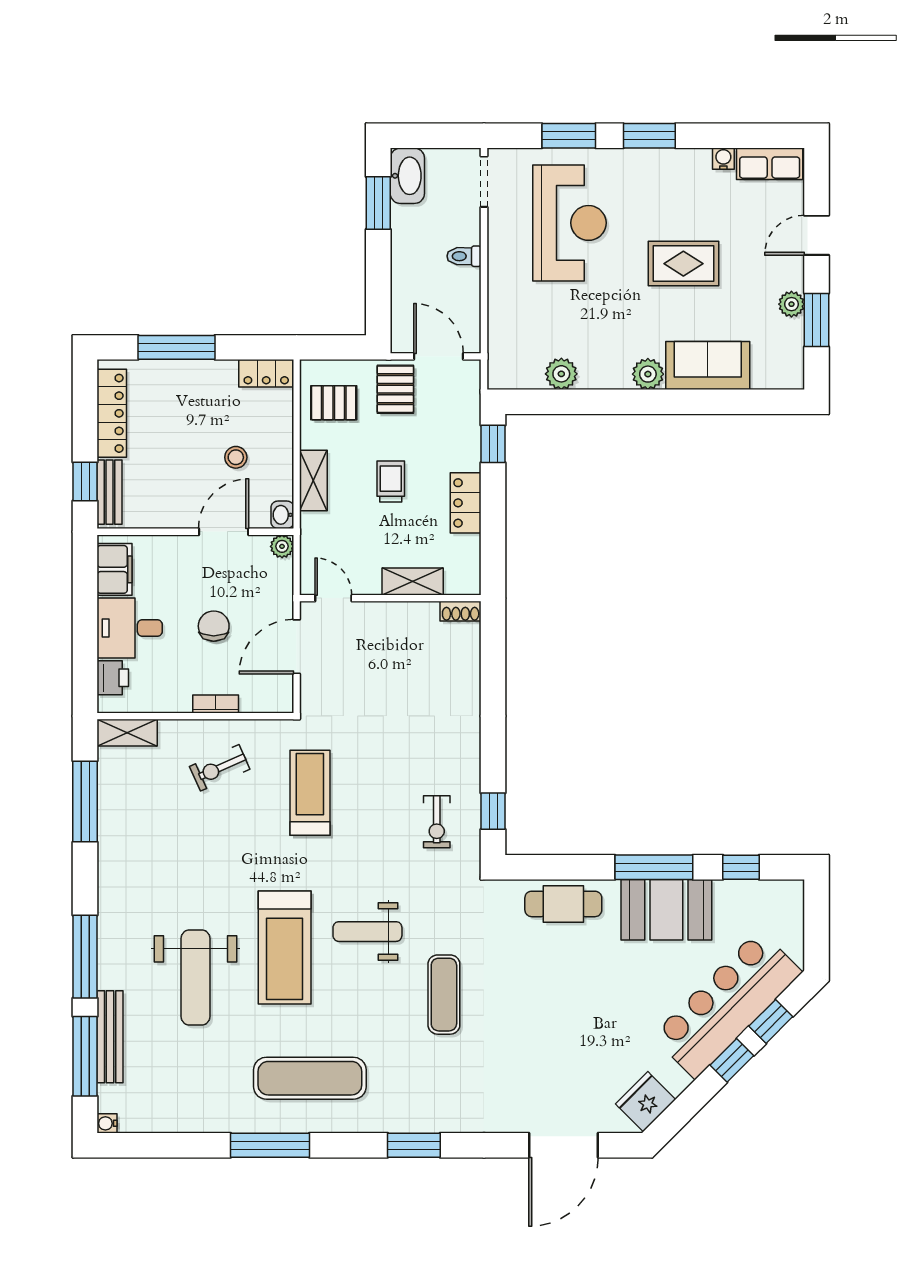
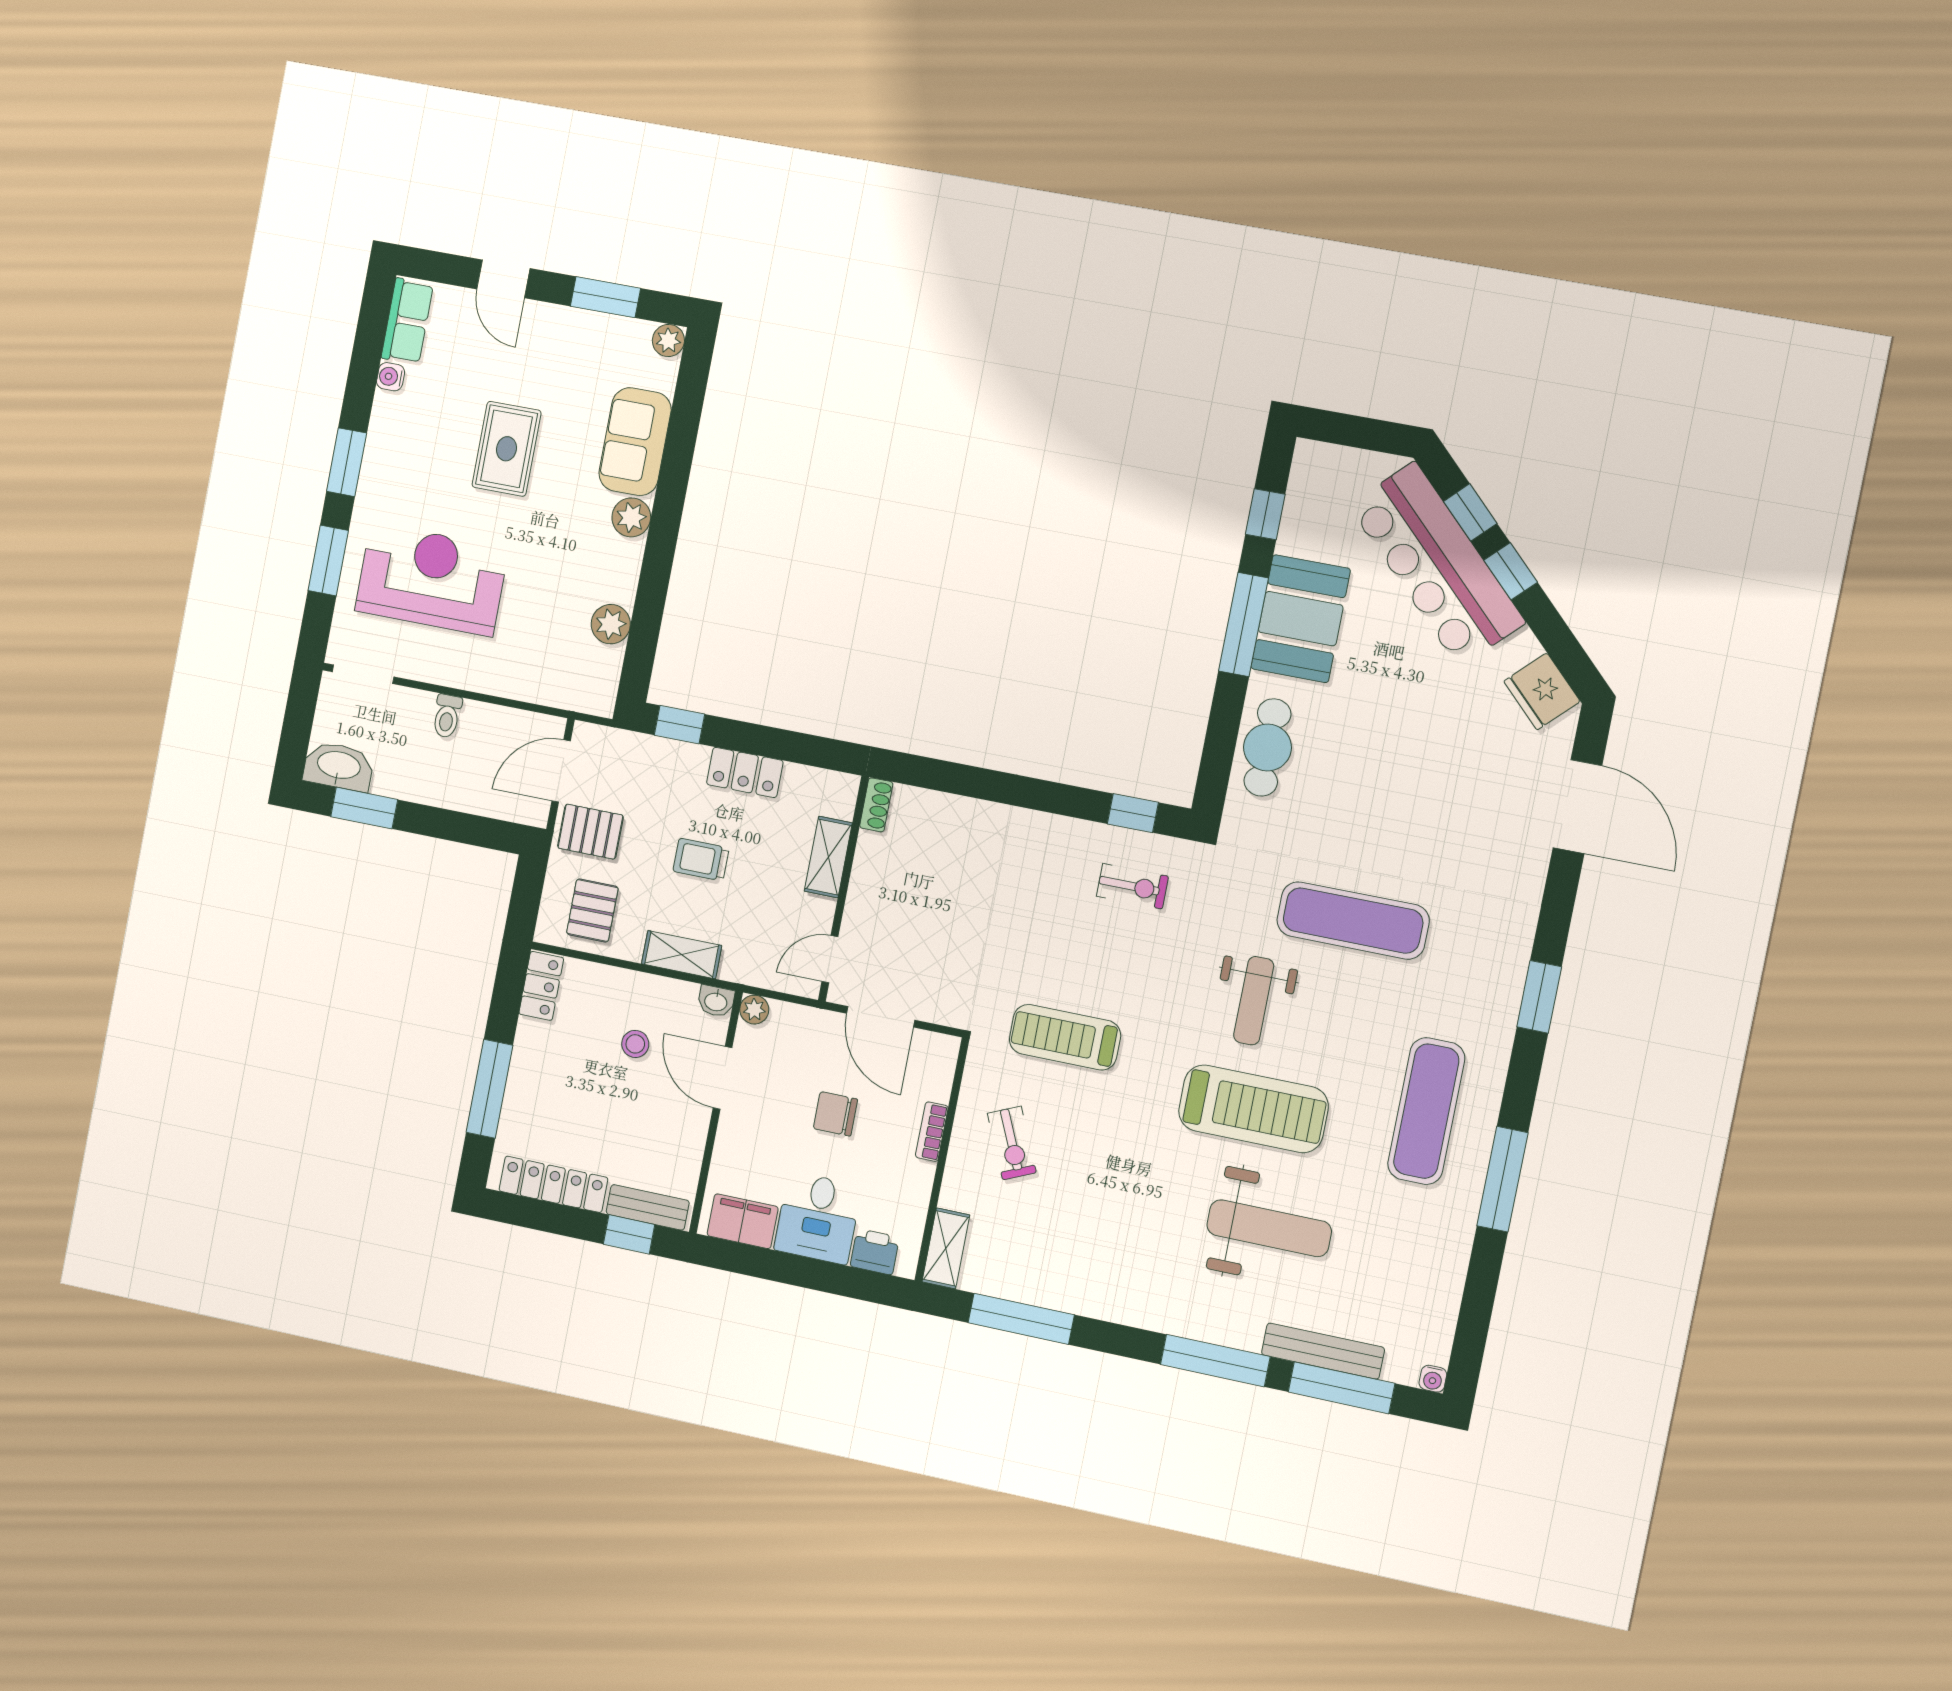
plant: (791, 304) -> (668, 340), moved
exercise mat: (444, 995) -> (1353, 920), width x1.36, depth x1.45

